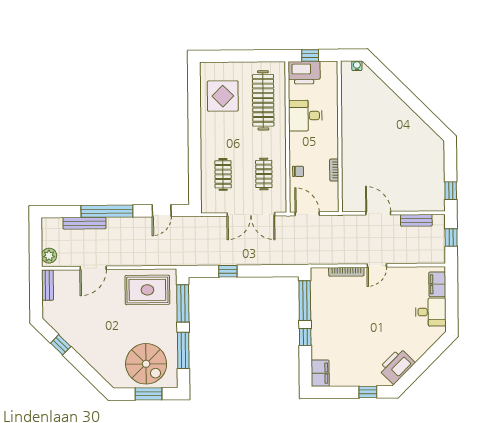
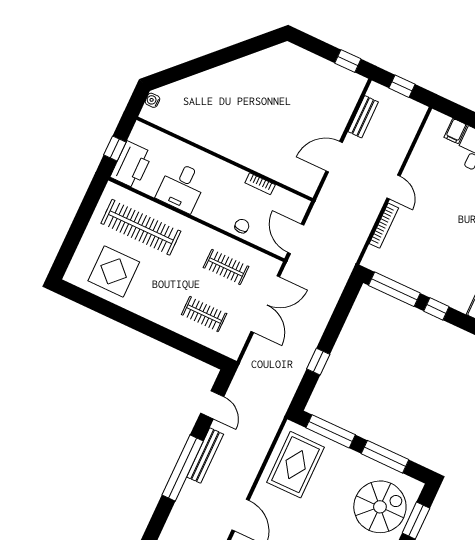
door: (307, 214) -> (296, 239), hinge flipped
bench: (84, 223) -> (205, 456), moved
filing cabinet: (437, 284) -> (456, 131), width x0.50

